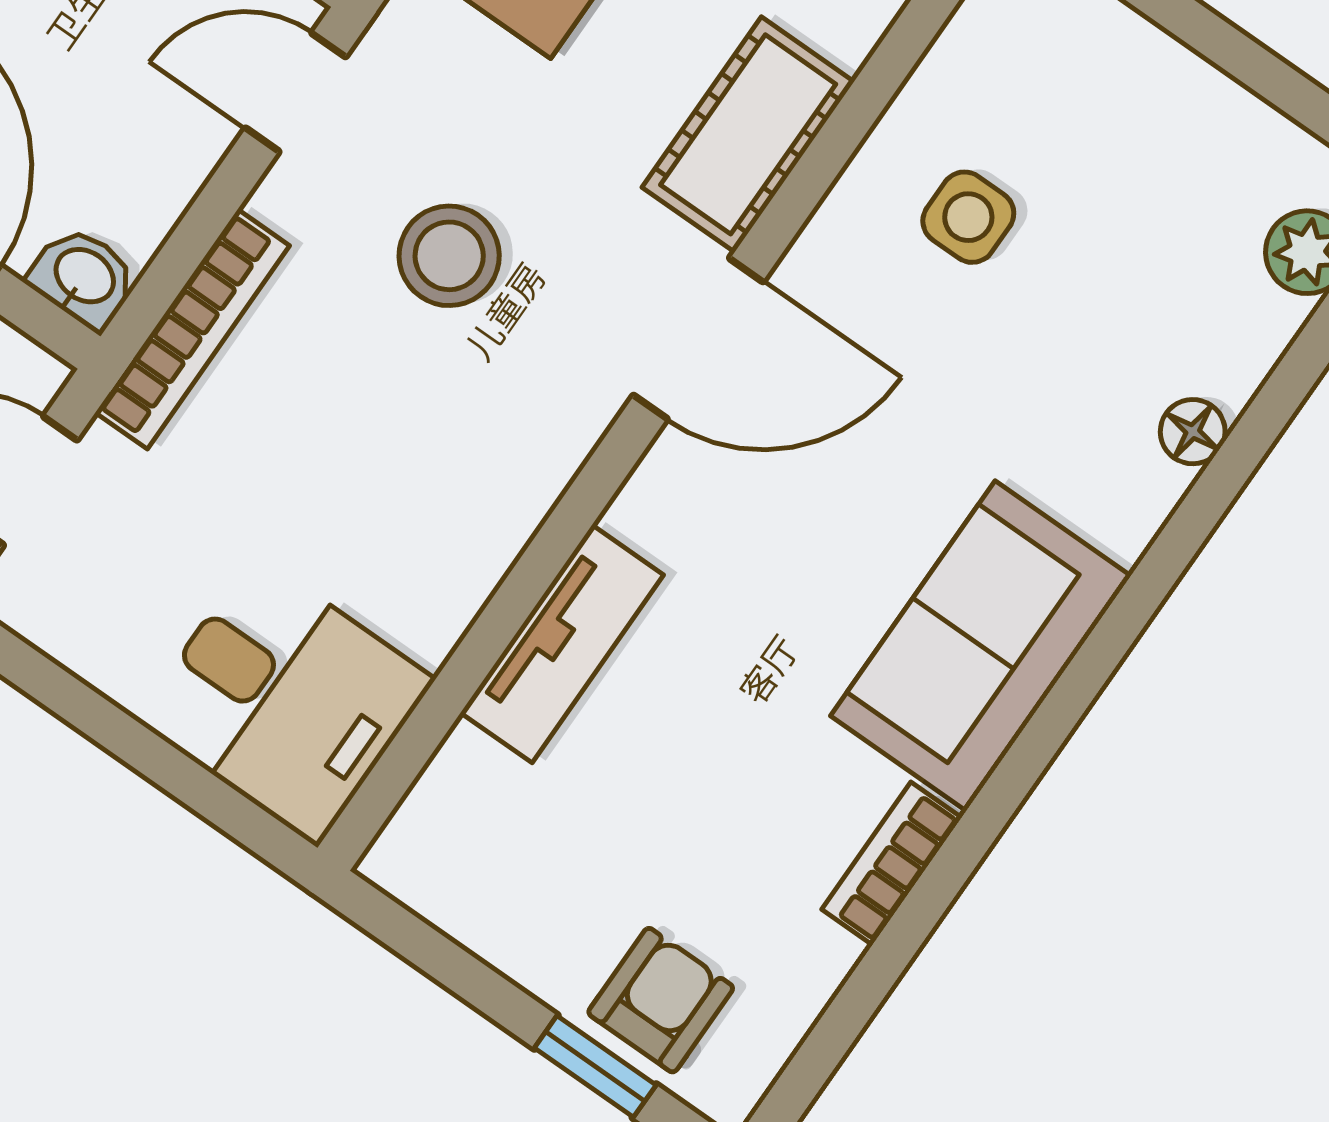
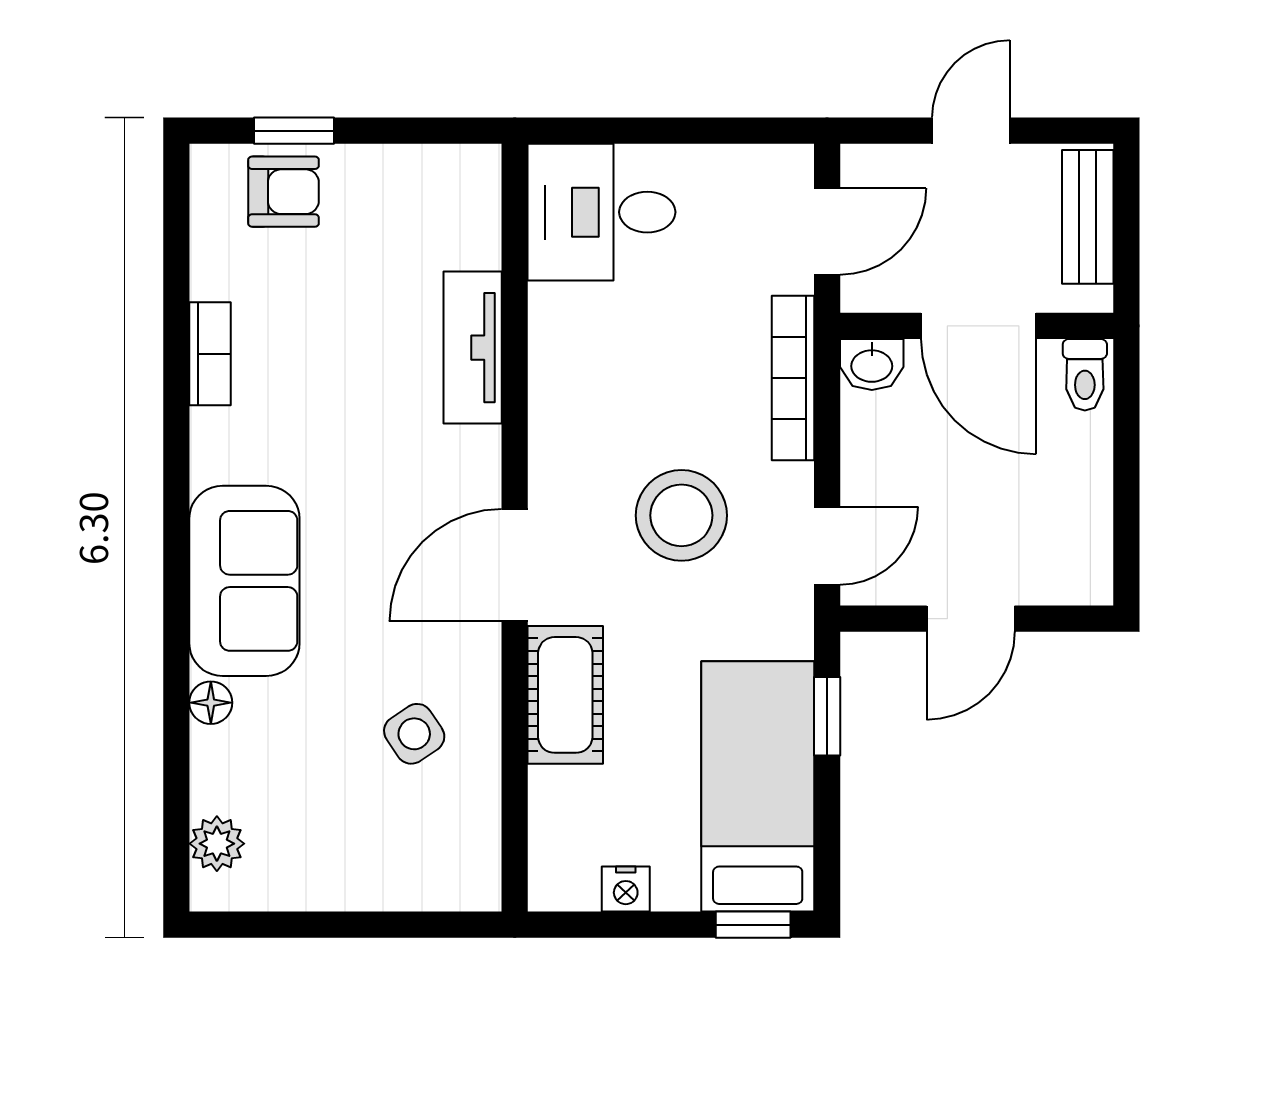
side table: (968, 217) -> (414, 734), turned -34
stool: (449, 256) -> (681, 515), width x1.38, depth x1.38
sofa: (981, 646) -> (244, 581), moved
armchair: (661, 1000) -> (284, 192), turned -90

